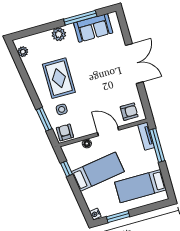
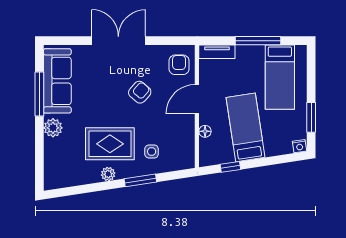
sofa: (93, 28) -> (57, 81), width x1.36
plant: (23, 52) -> (108, 174), moved
window: (44, 119) -> (140, 180), moved
armchair: (65, 132) -> (140, 92), moved, turned 131
window: (157, 145) -> (258, 41), moved

